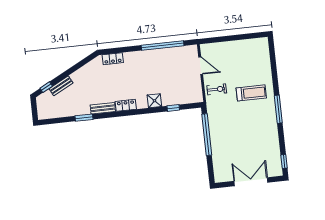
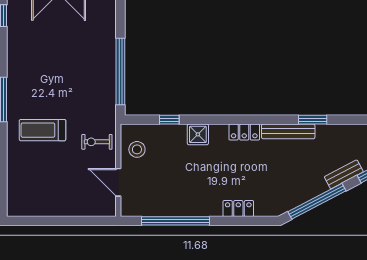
locker: (113, 59) -> (238, 209), moved
window: (76, 67) -> (317, 201), added
stool: (191, 87) -> (137, 149), added
bench: (103, 108) -> (288, 131), width x1.36

